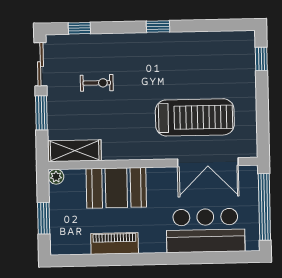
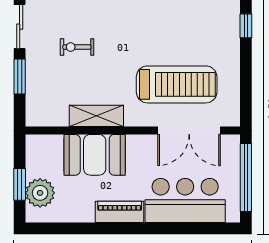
exercise bike: (97, 83) -> (77, 47), turned 180
shelving: (75, 151) -> (96, 116), moved
plant: (56, 177) -> (40, 193), moved, width x1.87, depth x1.87
piano: (115, 243) -> (120, 212), moved

